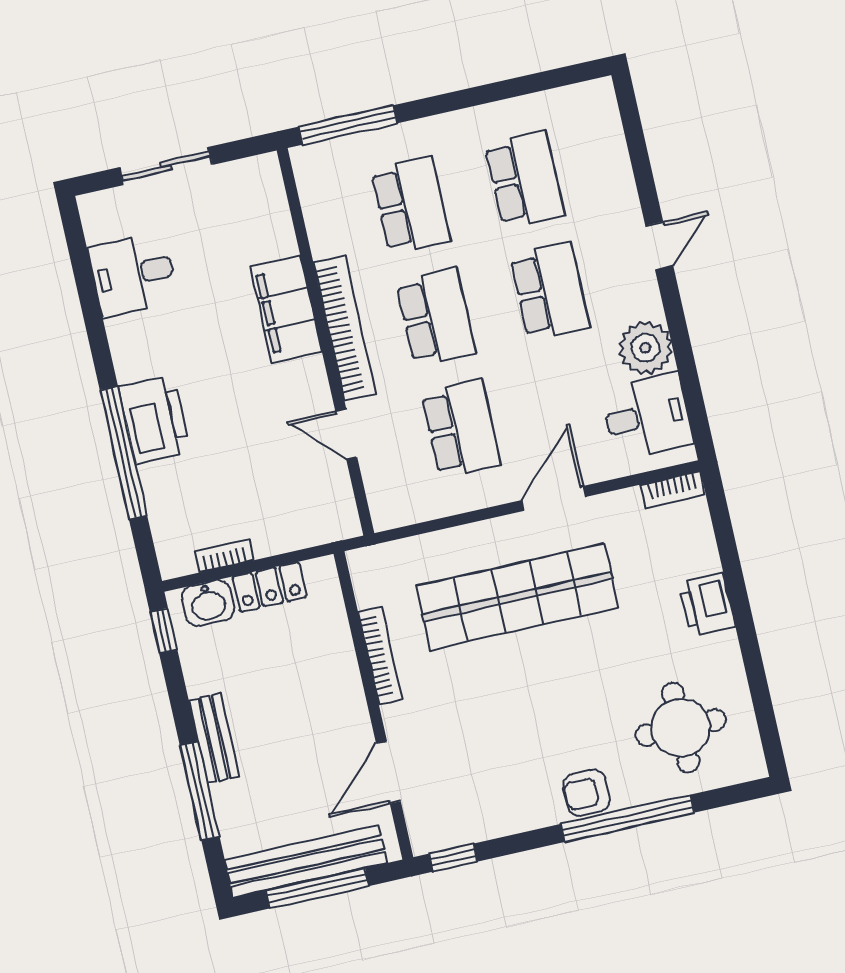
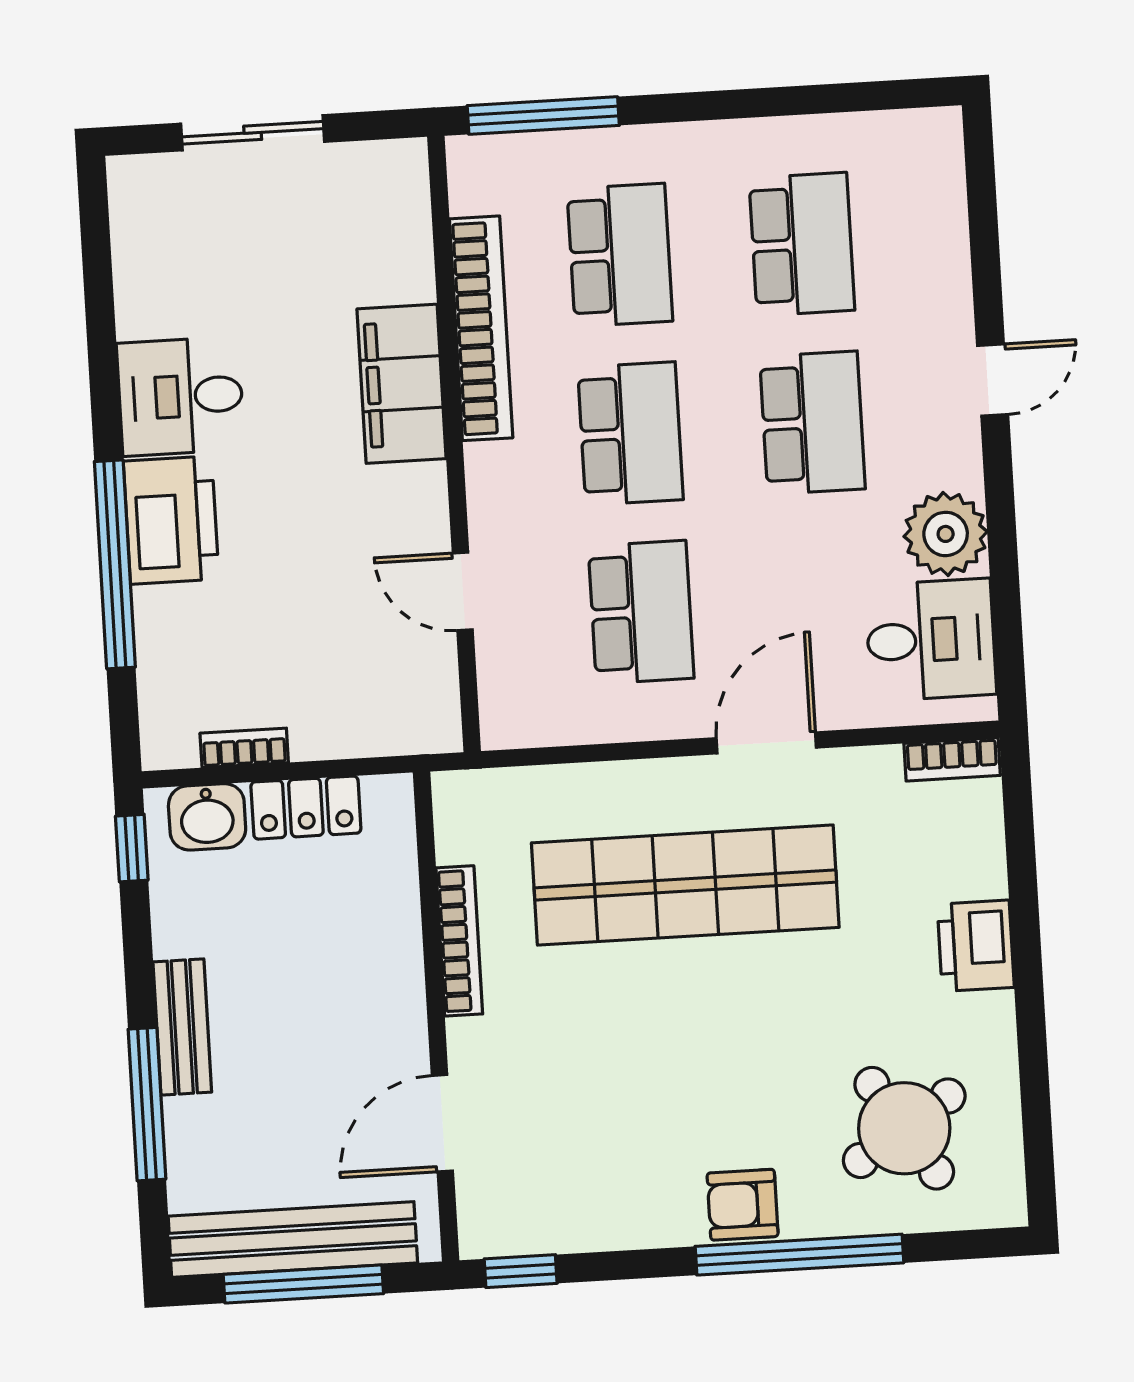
desk: (133, 274) -> (181, 396), moved
bookcase: (345, 328) -> (481, 328), moved
round table: (681, 728) -> (904, 1128), turned -33

